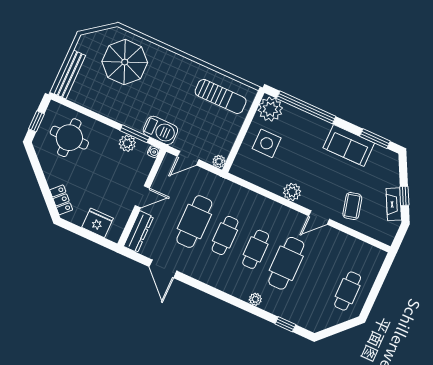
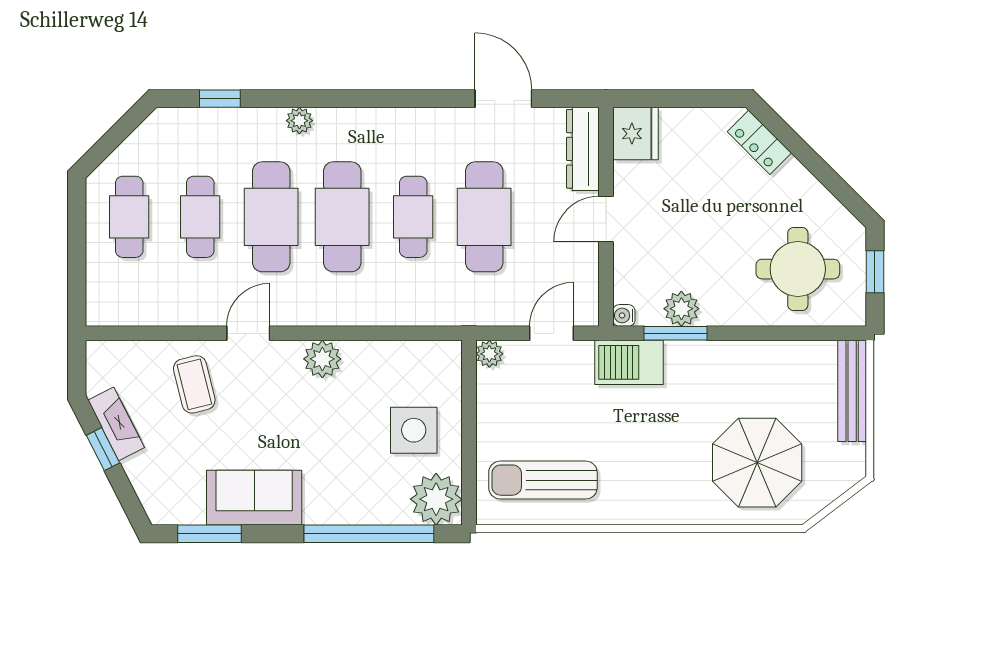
fridge: (97, 223) -> (636, 134), moved, turned -90
cafe table: (256, 249) -> (342, 217), width x1.37, depth x1.35
cafe table: (317, 277) -> (200, 217), added

